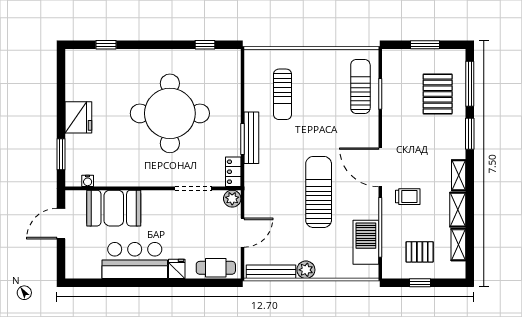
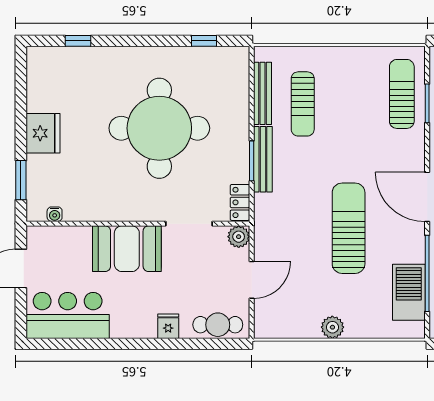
booth: (114, 208) -> (127, 249), moved
bar counter: (135, 260) -> (68, 315), moved
bench: (271, 272) -> (263, 93), moved, turned 90

